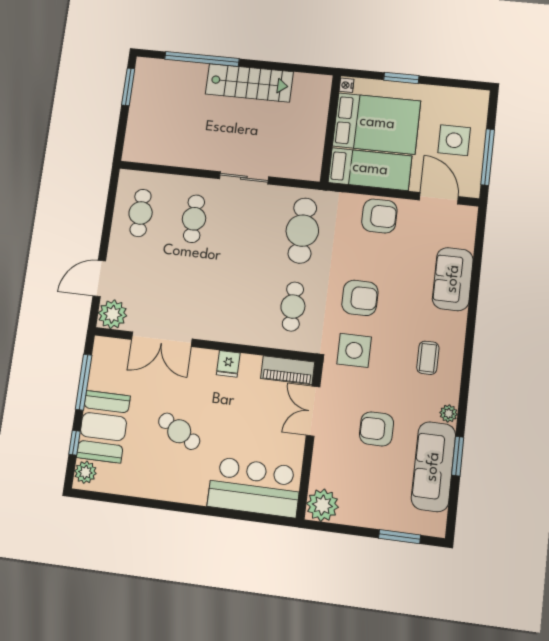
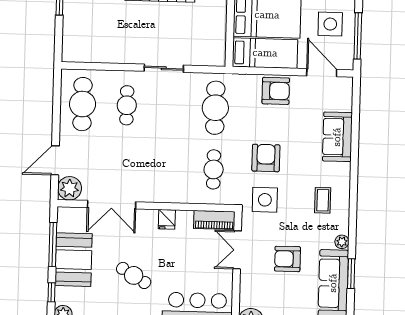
cafe table: (141, 213) -> (83, 104), width x1.37, depth x1.35
armchair: (360, 298) -> (266, 158), turned -90
booth: (103, 427) -> (74, 260), moved

